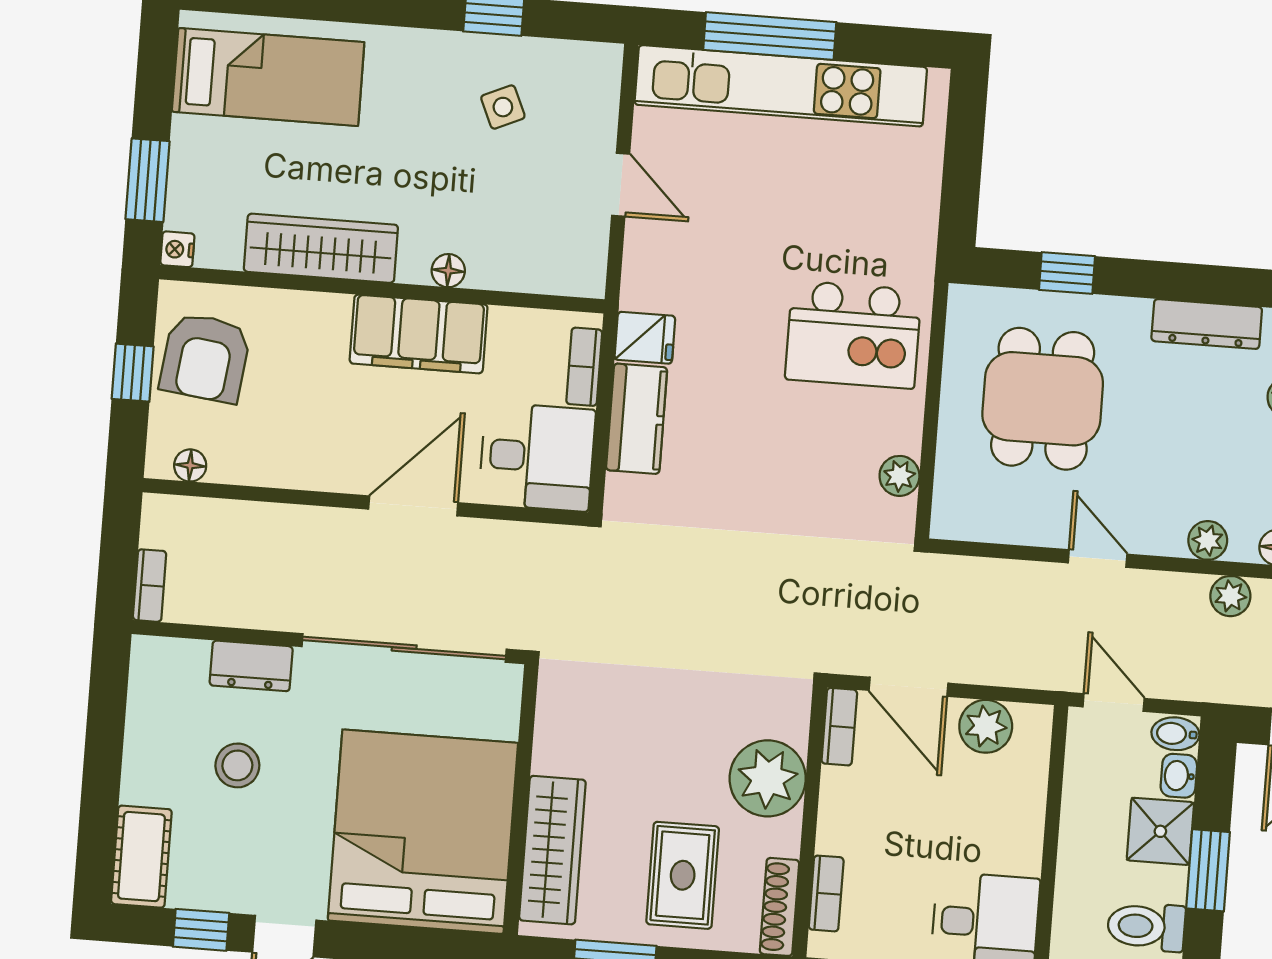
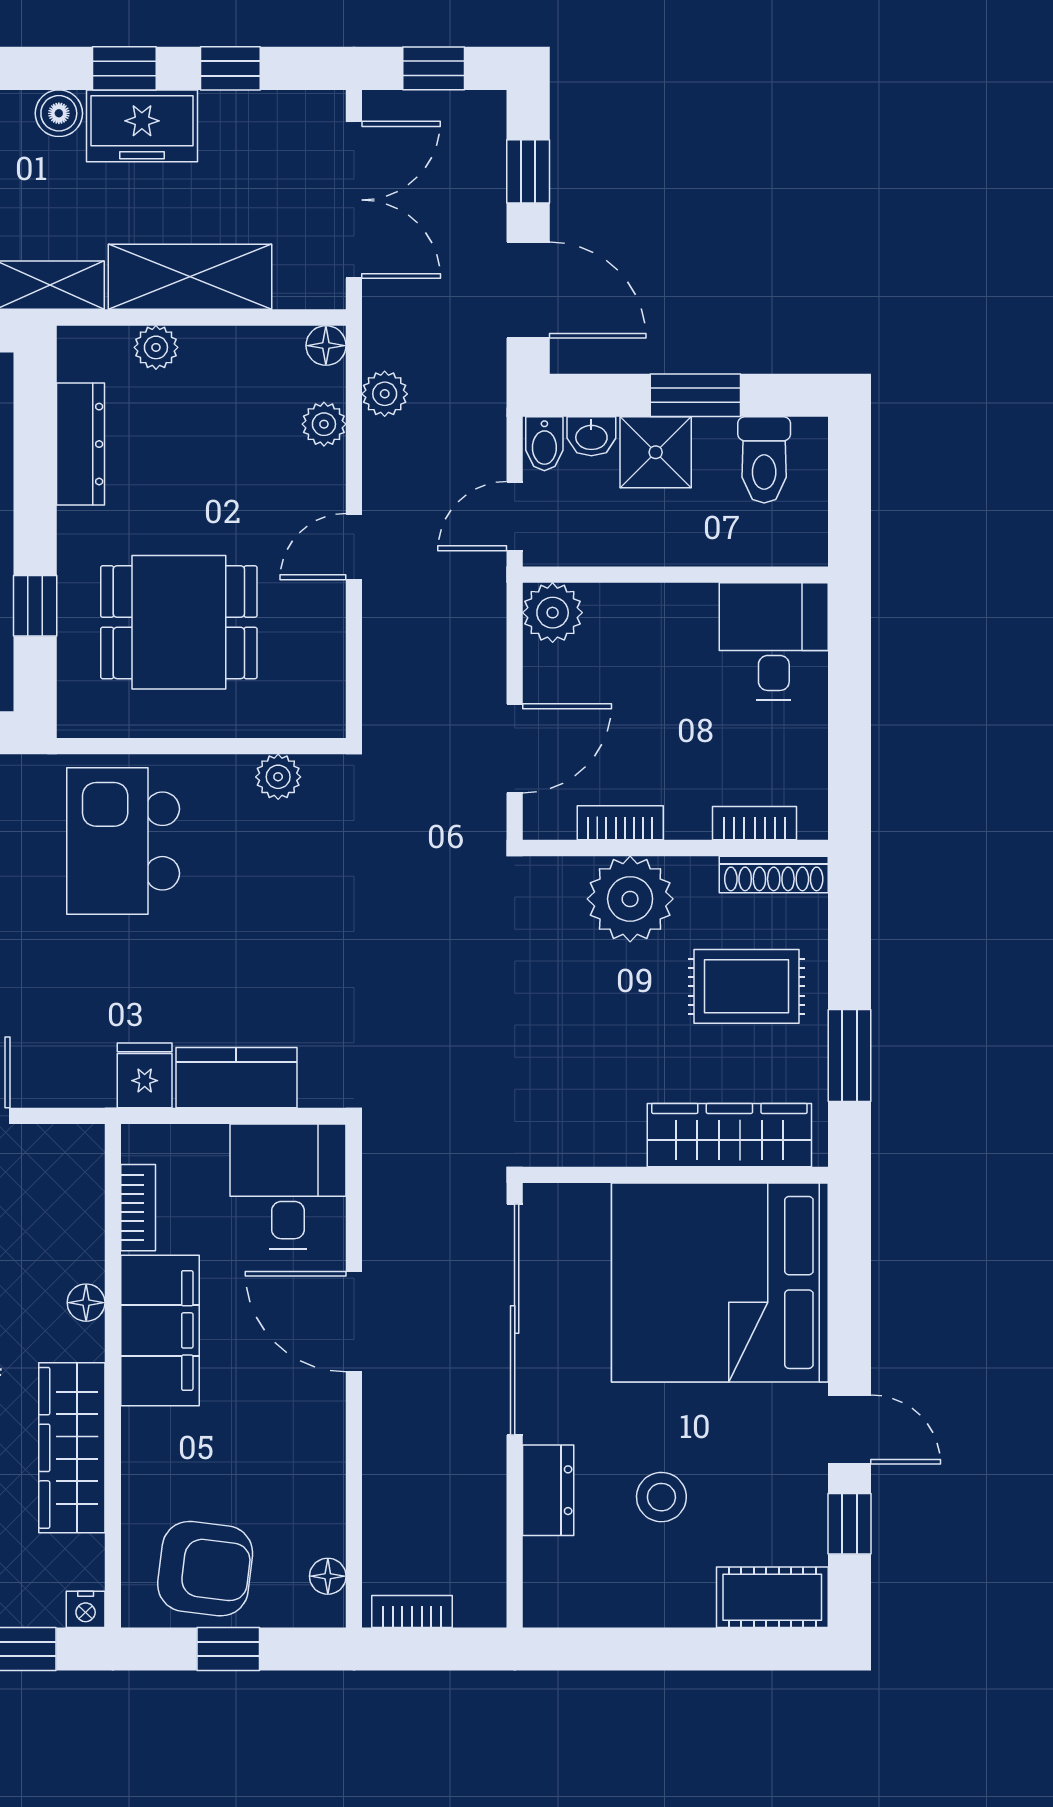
kitchen island: (853, 335) -> (123, 841), turned 180
bookcase: (584, 367) -> (138, 1208), moved, turned -90
bookcase: (150, 586) -> (412, 1611), moved
plant: (986, 726) -> (553, 613), moved
bookcase: (839, 727) -> (620, 823), moved

